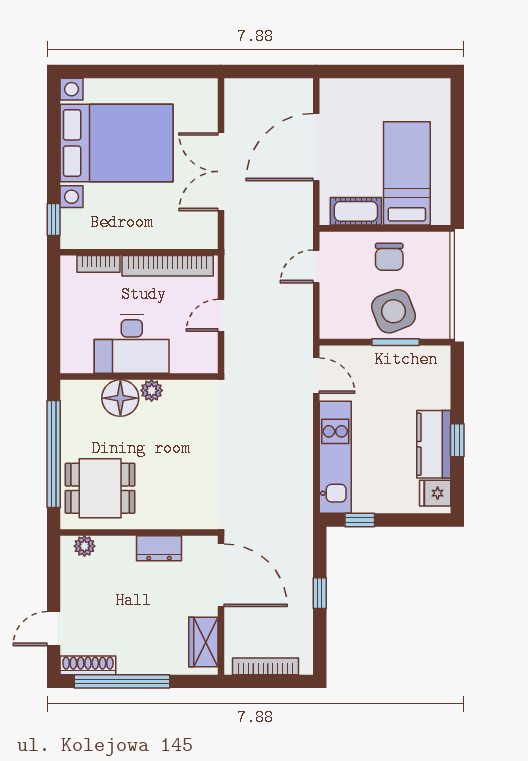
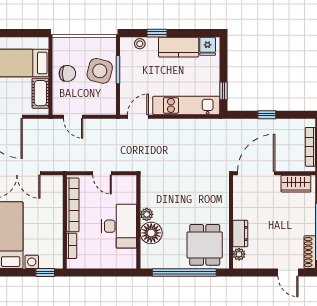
side table: (393, 311) -> (100, 71), turned 35
stool: (439, 379) -> (140, 44), added
window: (457, 440) -> (157, 33), moved
dresser: (159, 548) -> (240, 233), moved

